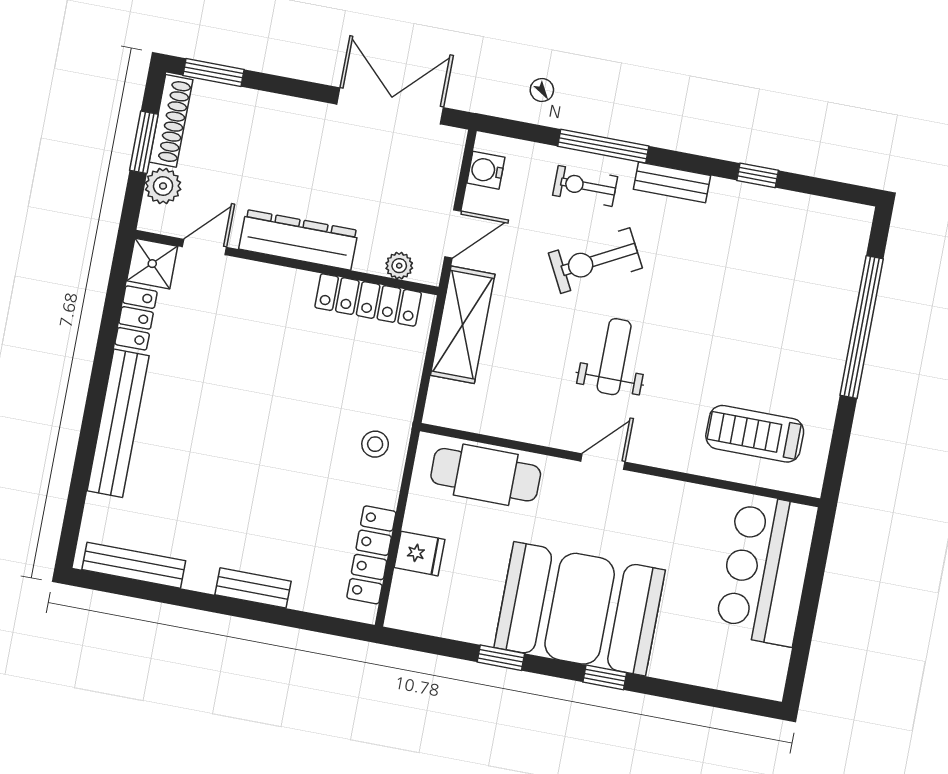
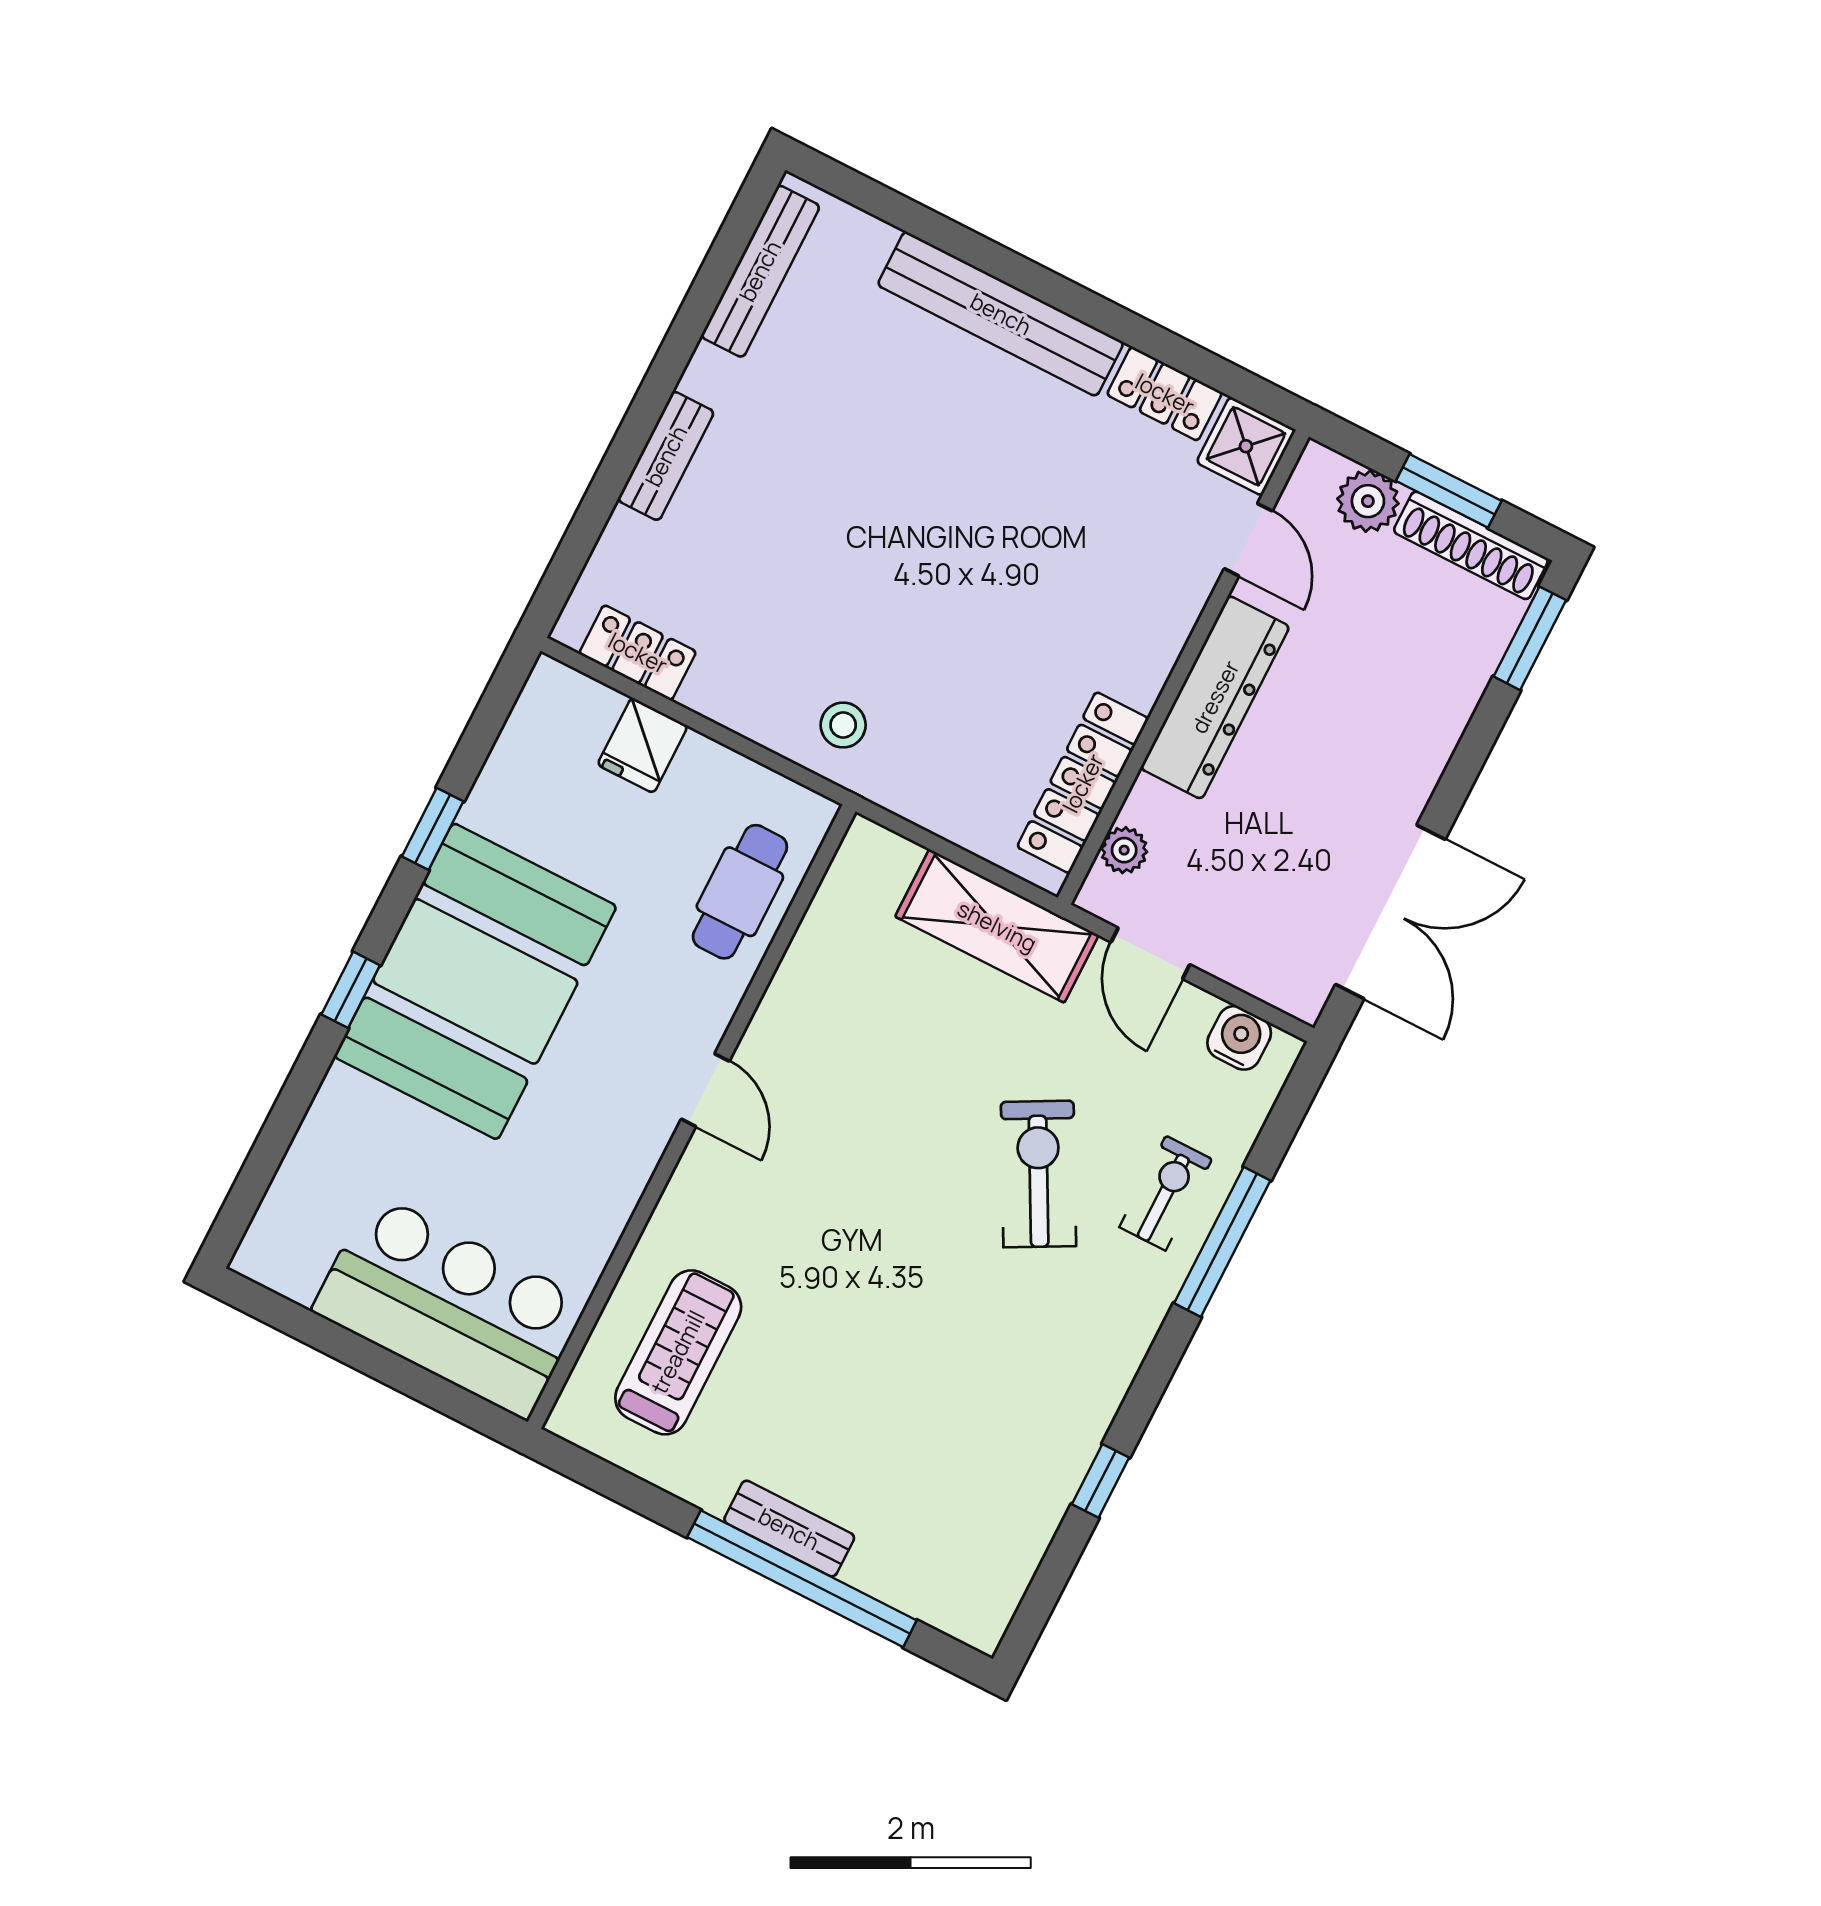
bench: (672, 182) -> (789, 1529), moved, turned 90
weight bench: (614, 357) -> (872, 1159), removed
cafe table: (486, 475) -> (740, 892), width x0.73, depth x0.74
locker: (371, 555) -> (638, 653), width x0.66

